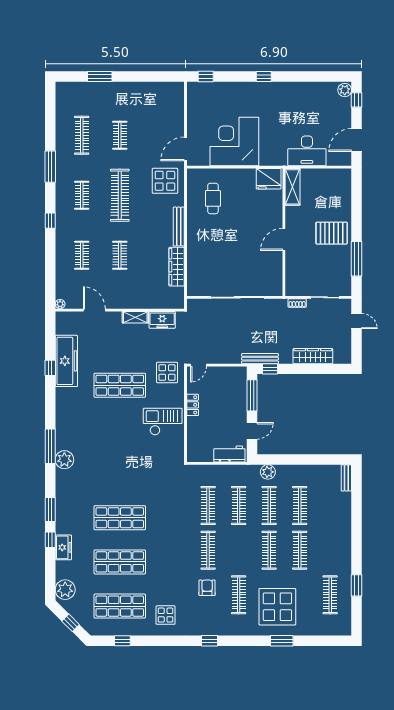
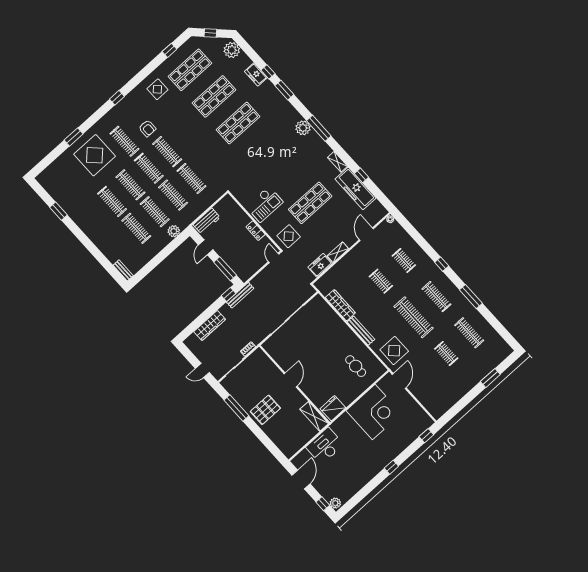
clothes rail: (82, 195) -> (436, 297), width x1.36
door: (94, 310) -> (366, 234), swing flipped
shelving: (61, 400) -> (337, 162), added
clothes rail: (330, 595) -> (149, 168), moved

